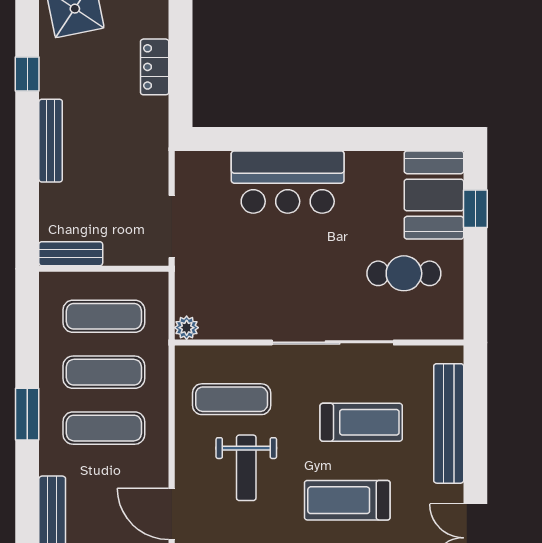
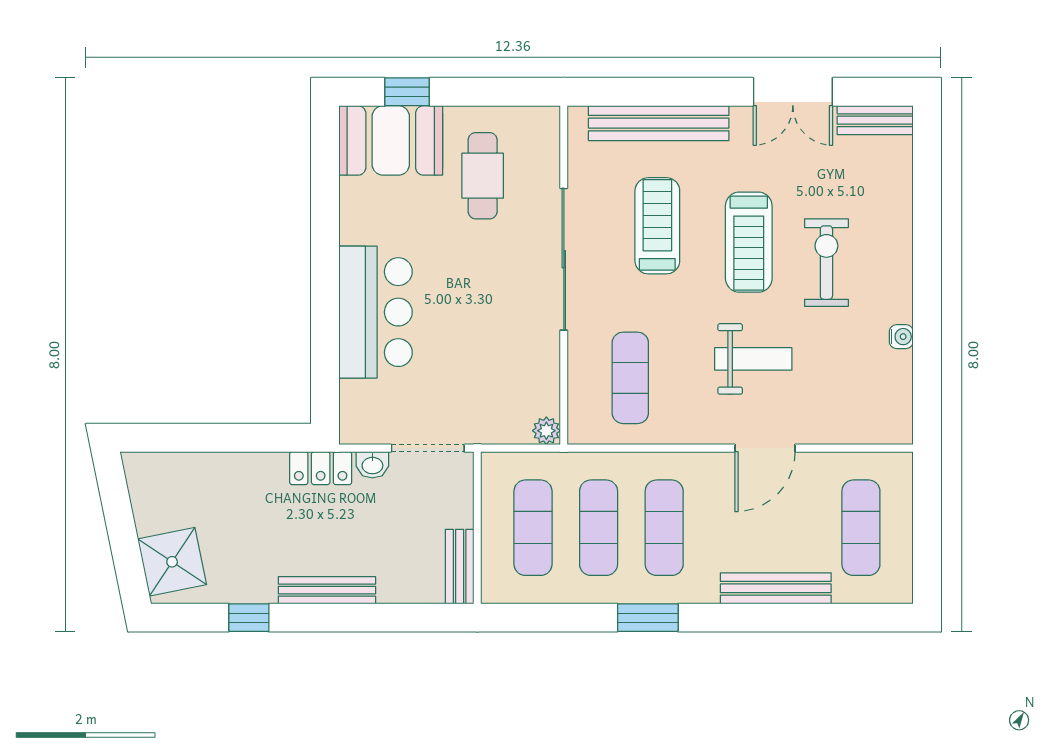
locker: (155, 67) -> (321, 468), moved
washbasin: (158, 179) -> (372, 465), added
weight bench: (246, 468) -> (753, 359), moved

